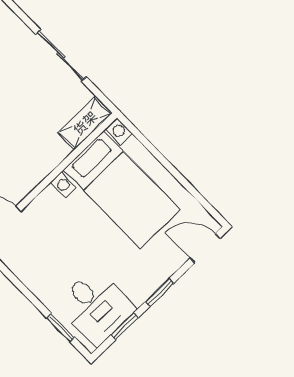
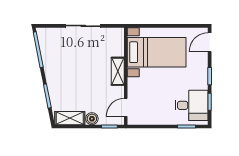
shelving: (85, 123) -> (118, 71), moved

